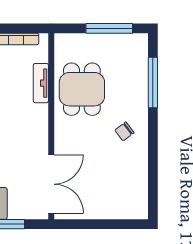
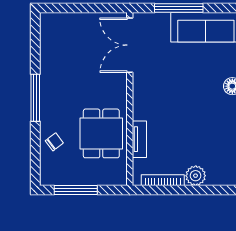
window: (153, 83) -> (35, 98), moved
chair: (124, 131) -> (54, 142), moved

